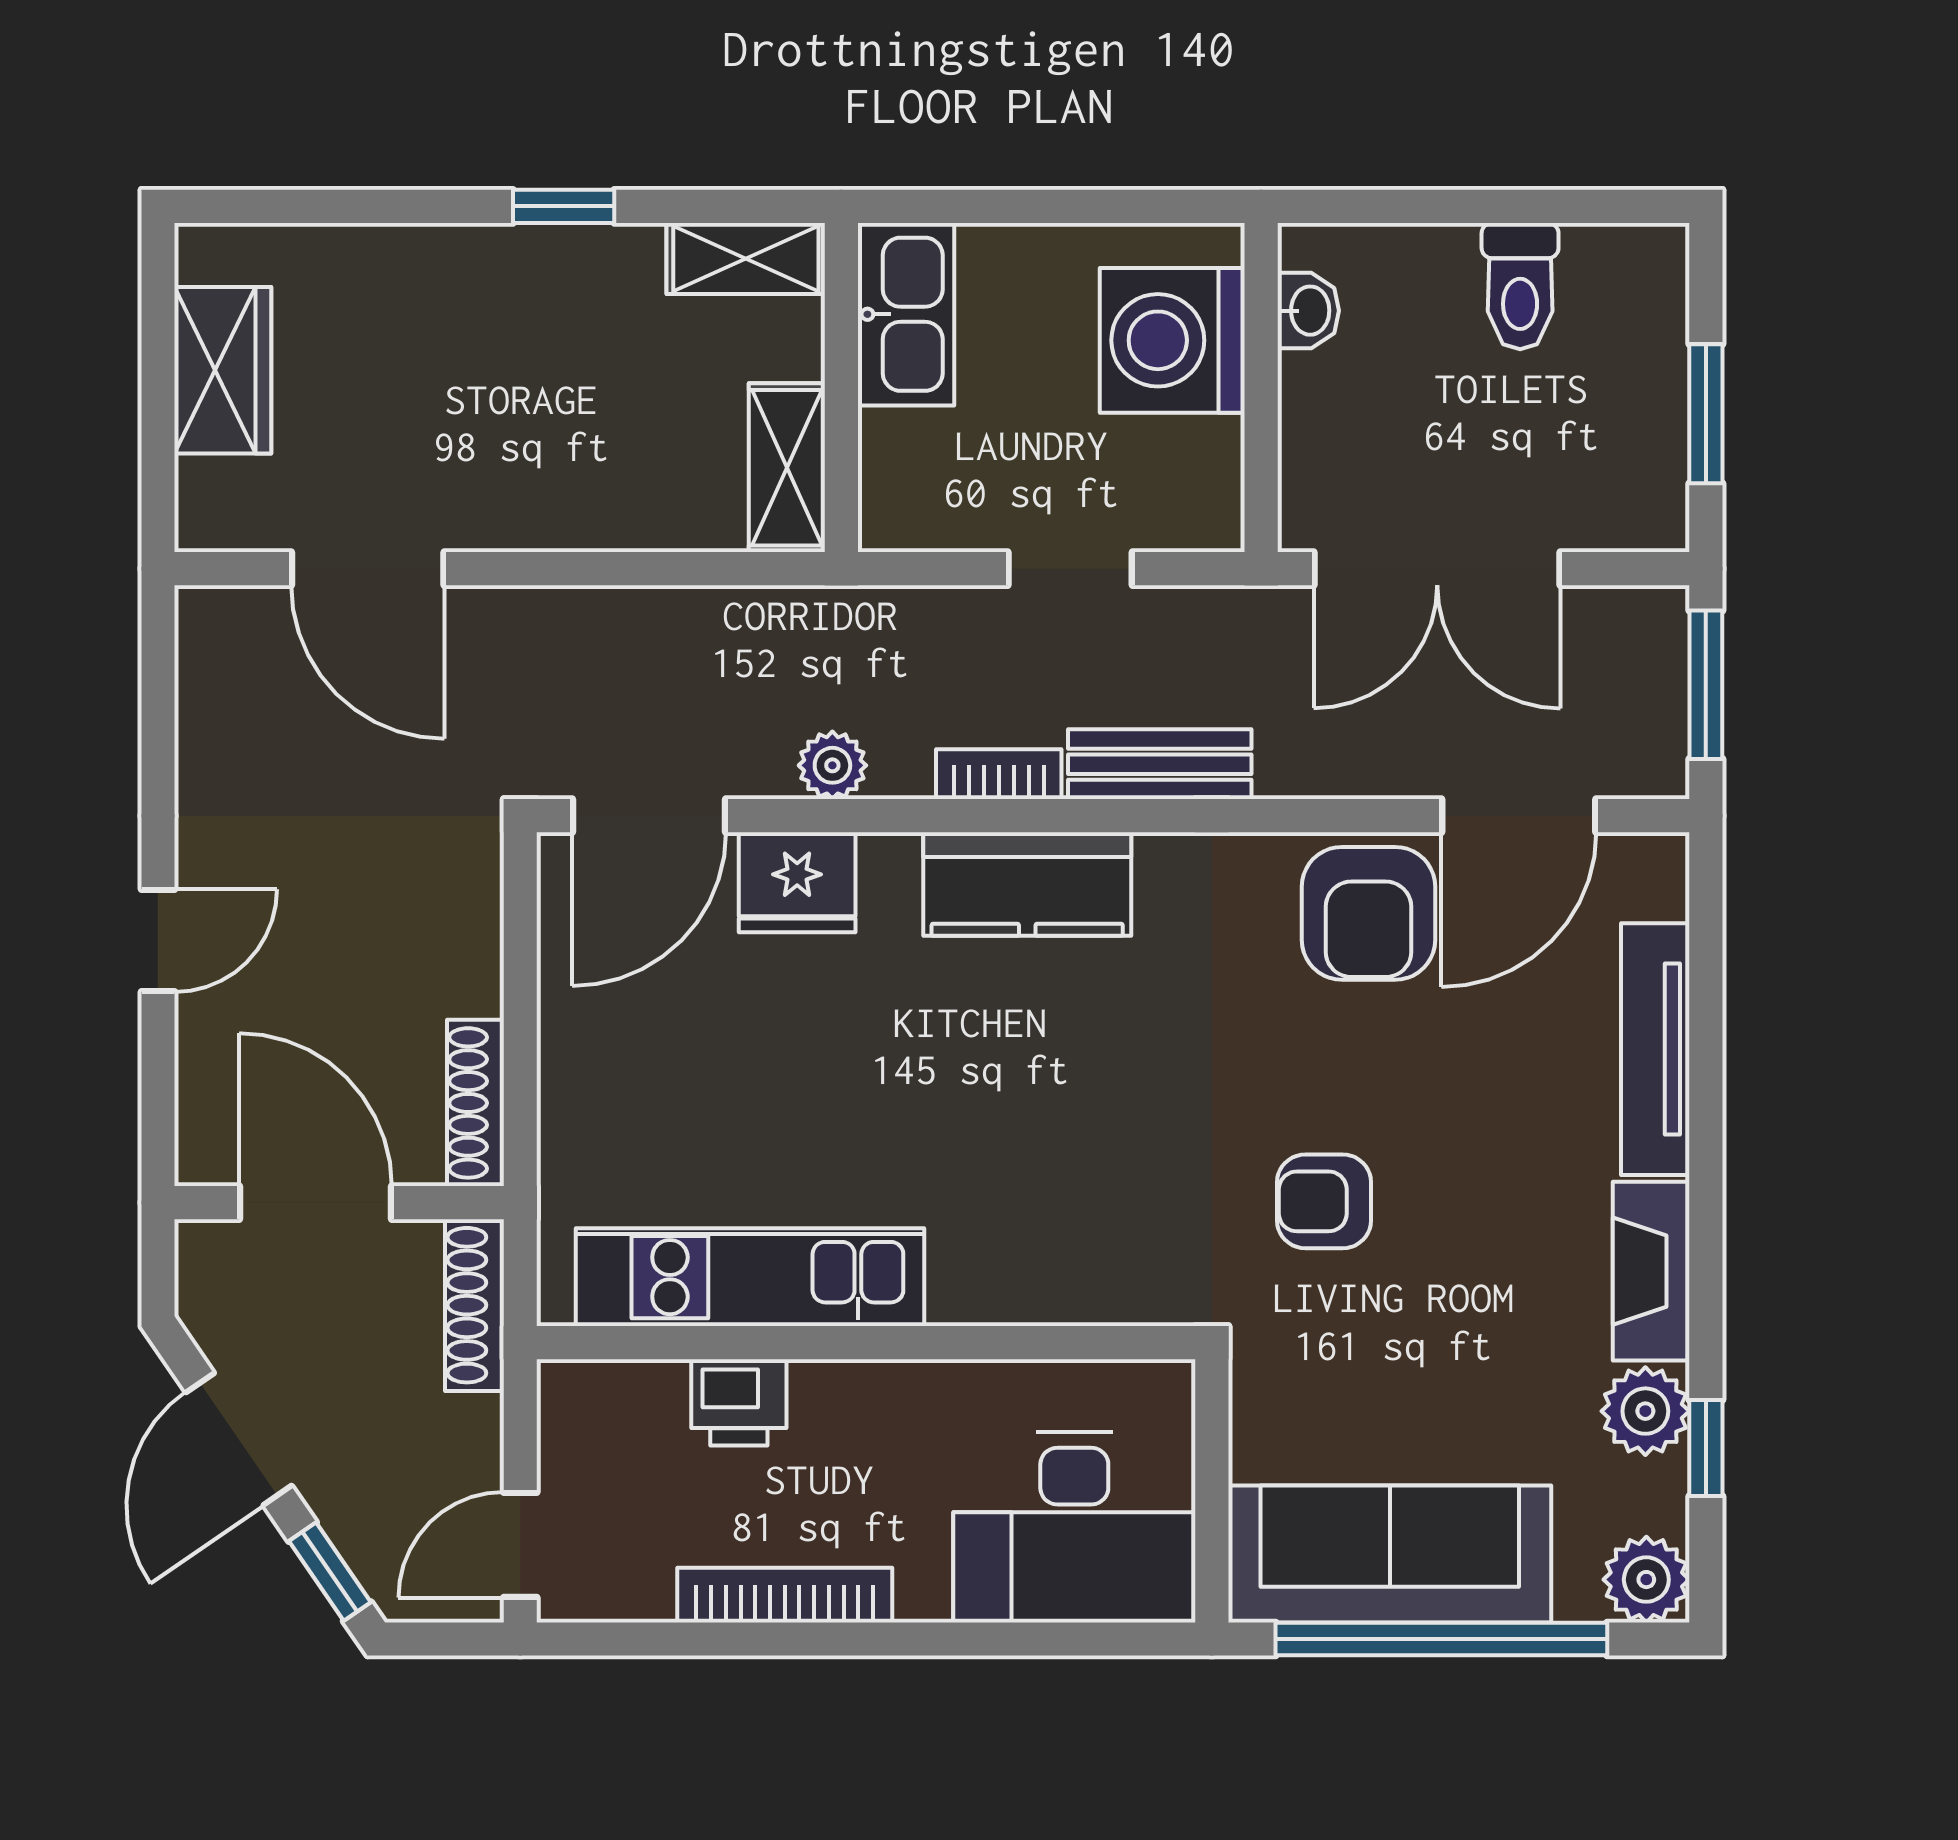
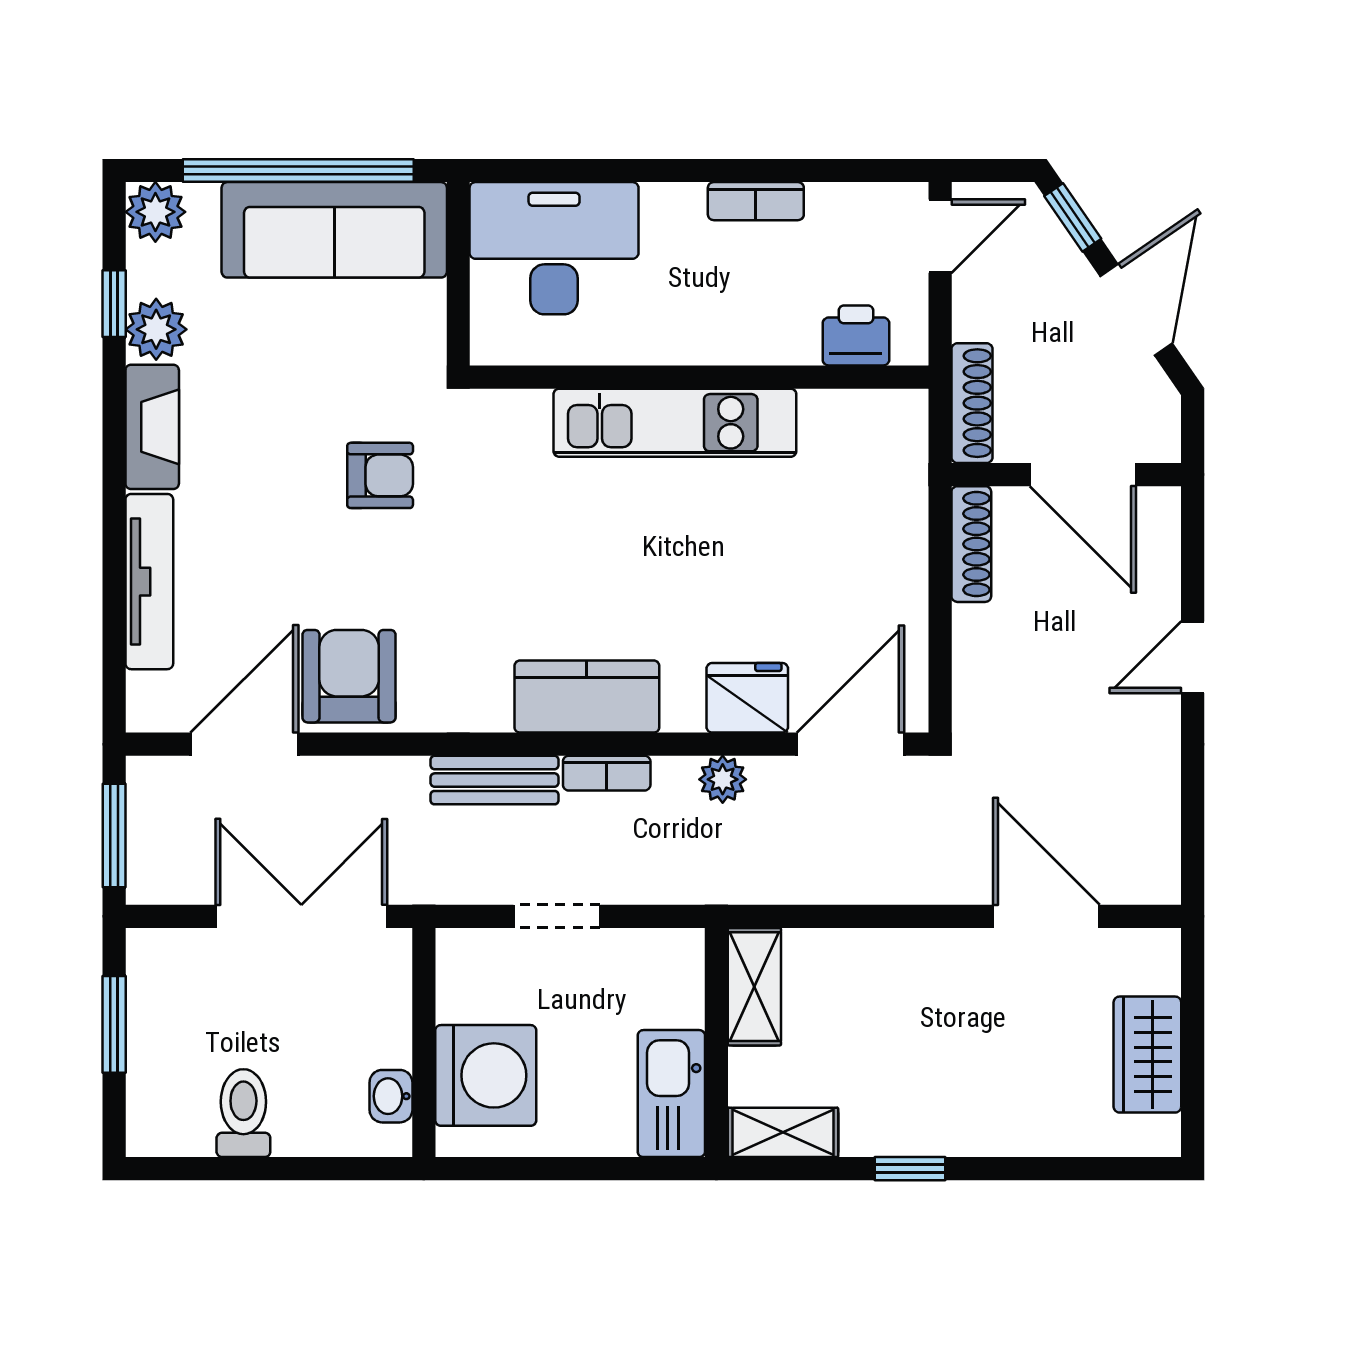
kitchen unit: (750, 1277) -> (675, 423), moved
printer: (739, 1402) -> (856, 335), moved
bookcase: (785, 1595) -> (756, 201), width x0.64

